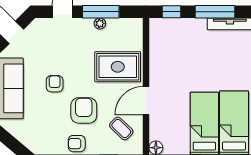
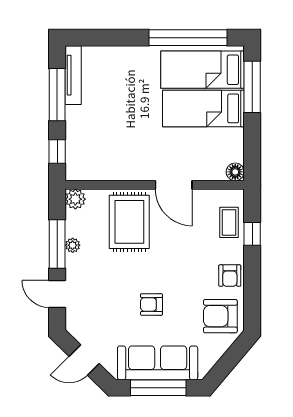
plant: (135, 26) -> (75, 199), added
armchair: (84, 110) -> (220, 316), moved
coffee table: (121, 129) -> (229, 222), moved, turned -44

